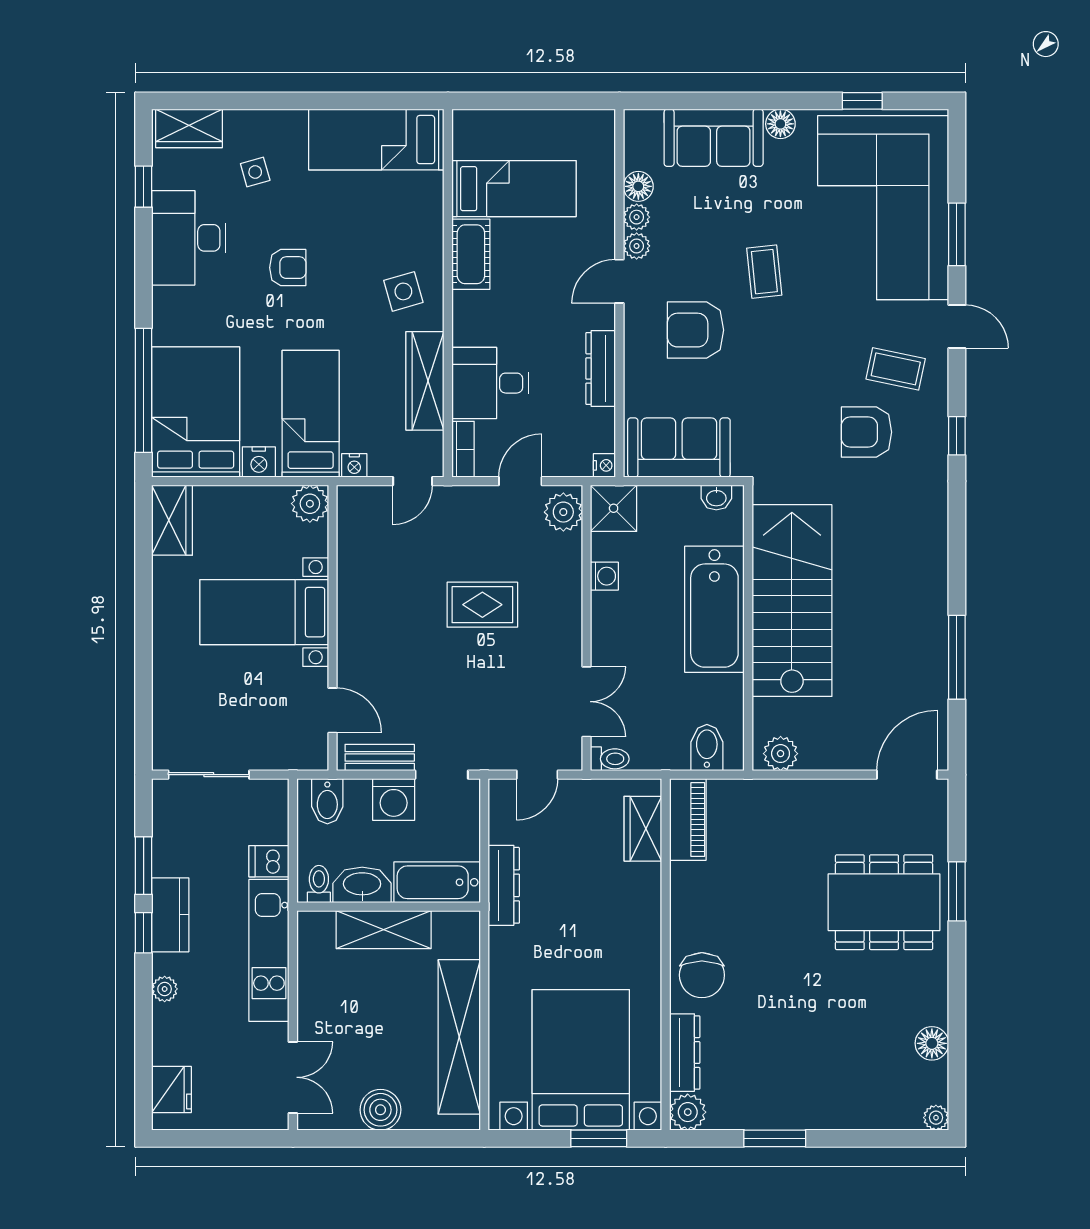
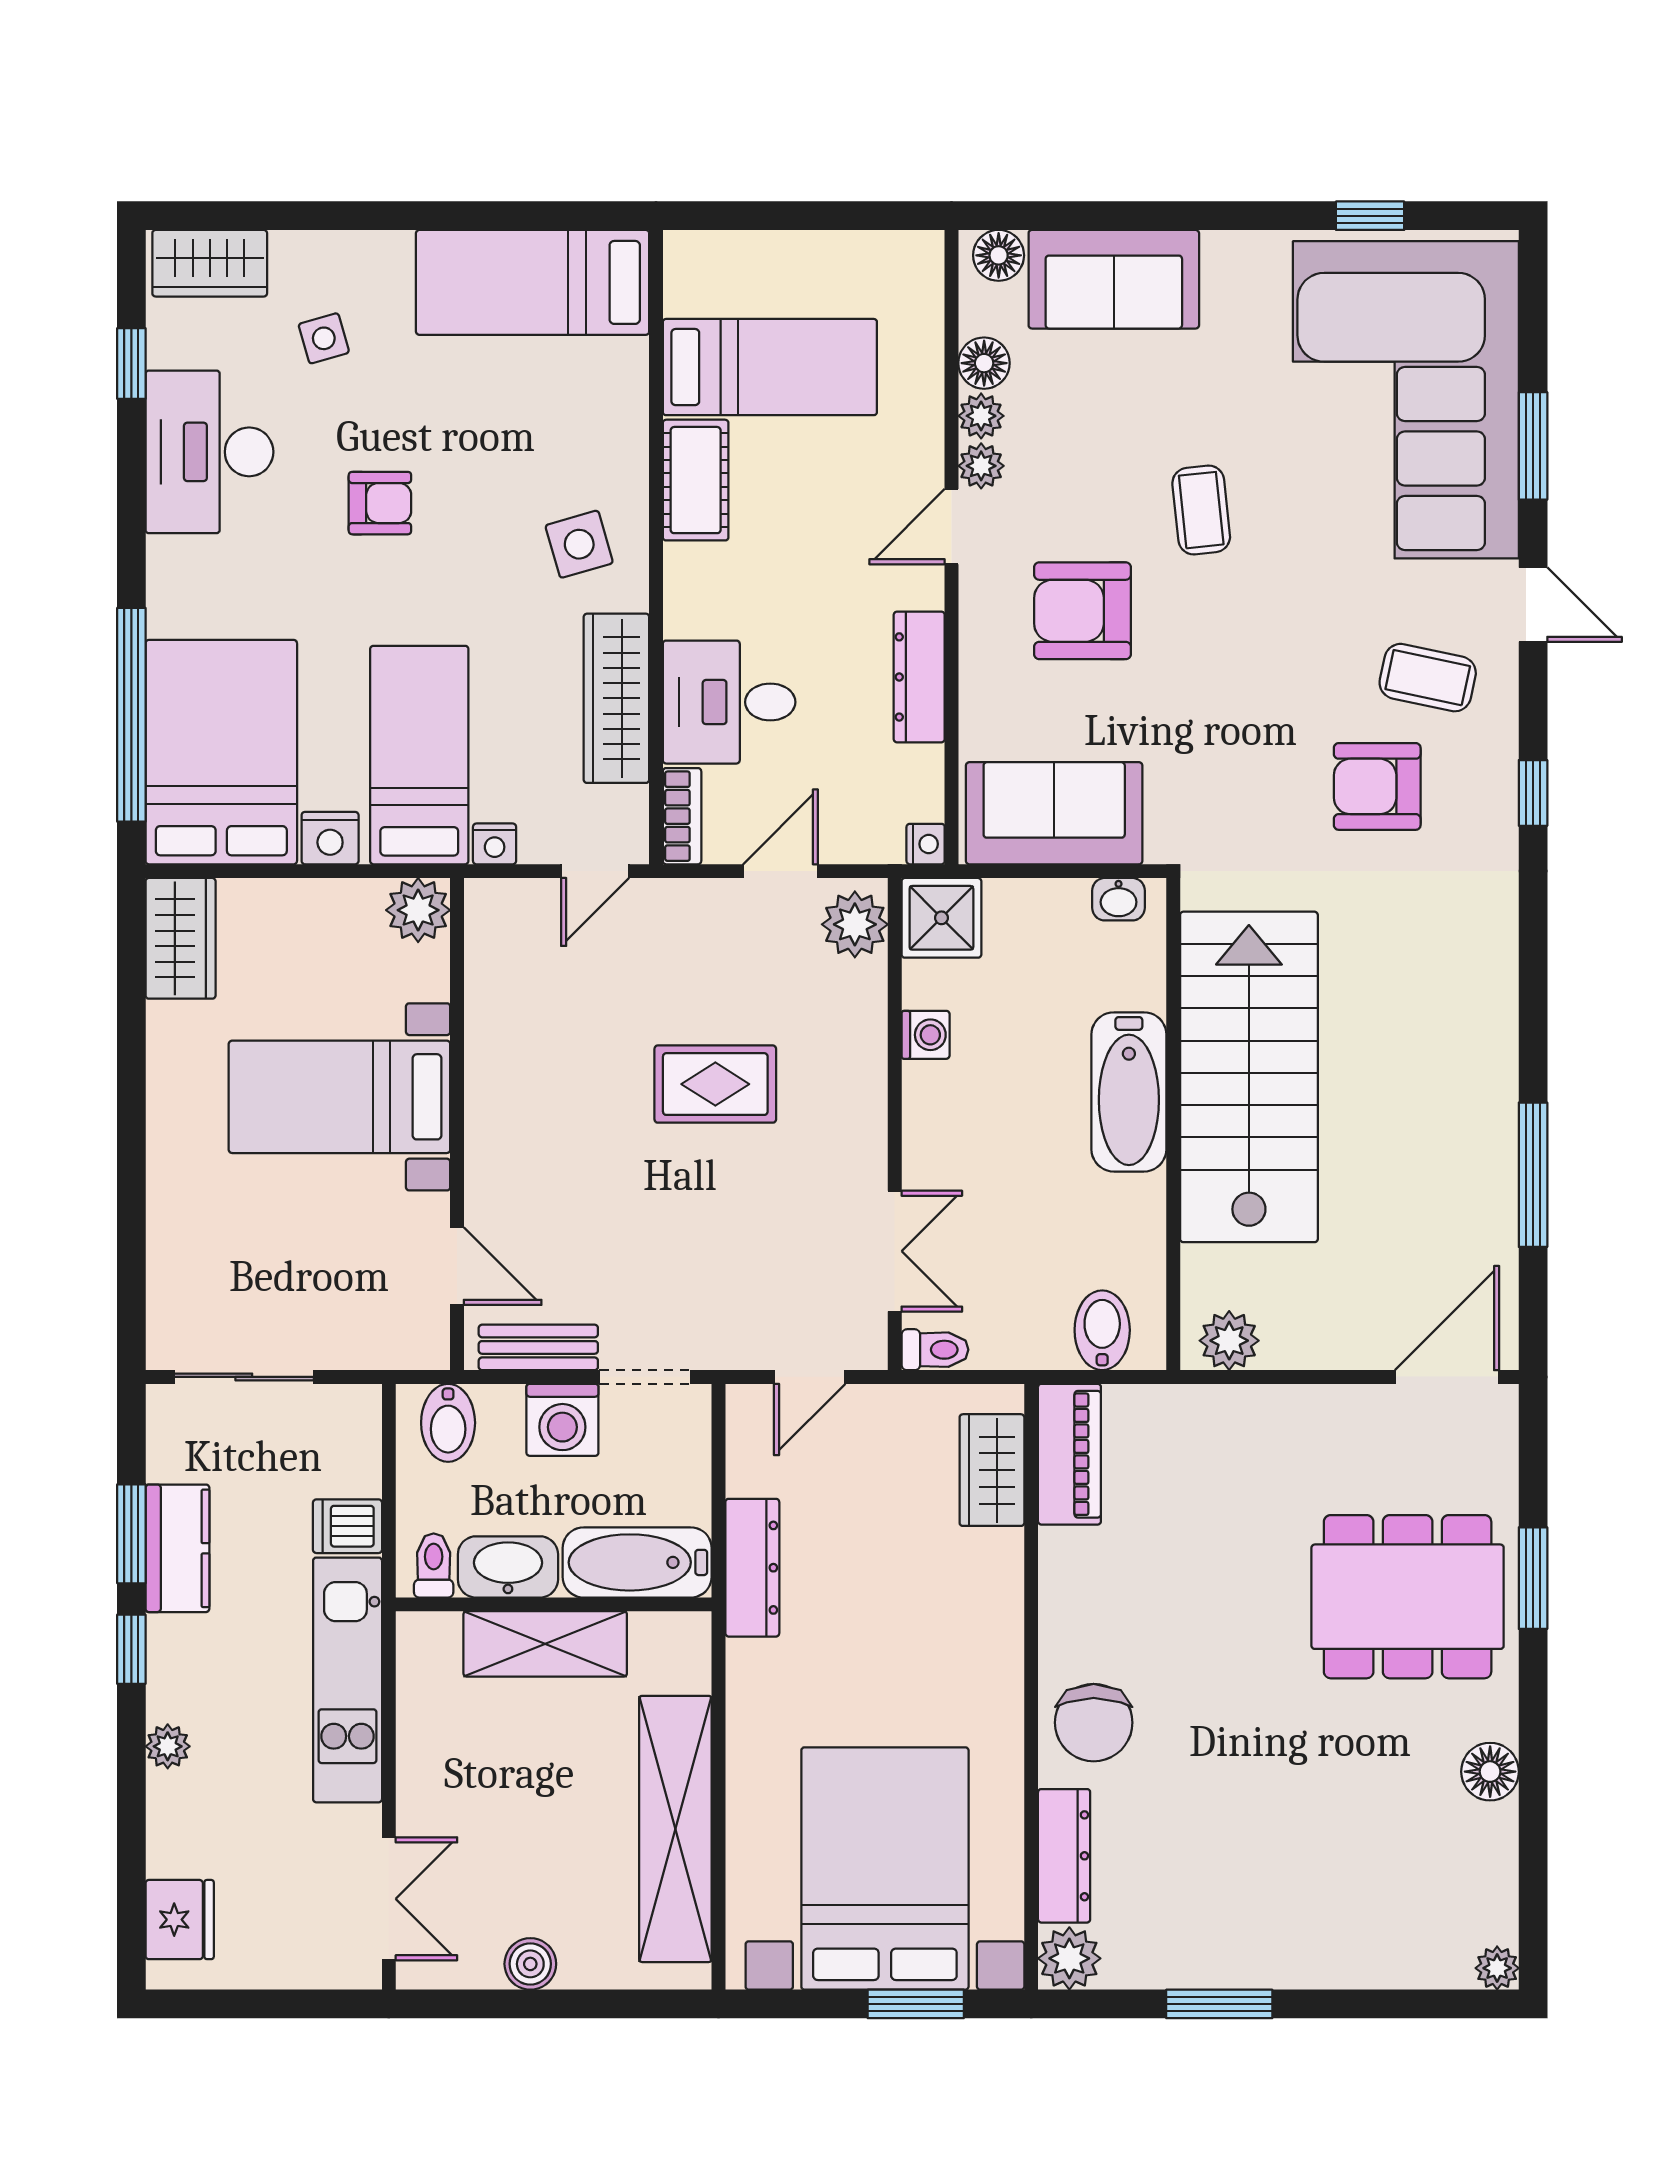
floor lamp: (780, 124) -> (999, 255), moved
bathtub: (714, 609) -> (1129, 1092), width x0.73, depth x0.73
kitchen counter: (170, 915) -> (177, 1548), moved
floor lamp: (932, 1043) -> (1490, 1772), moved
boiler: (380, 1110) -> (530, 1964), width x0.73, depth x0.73

